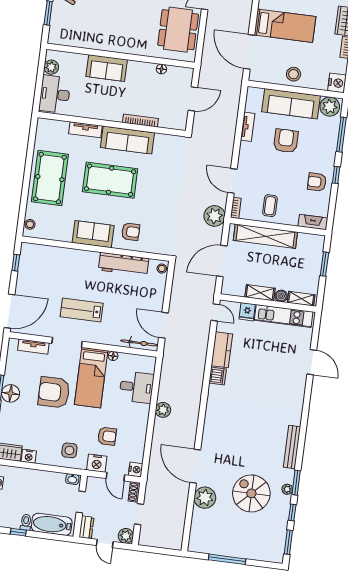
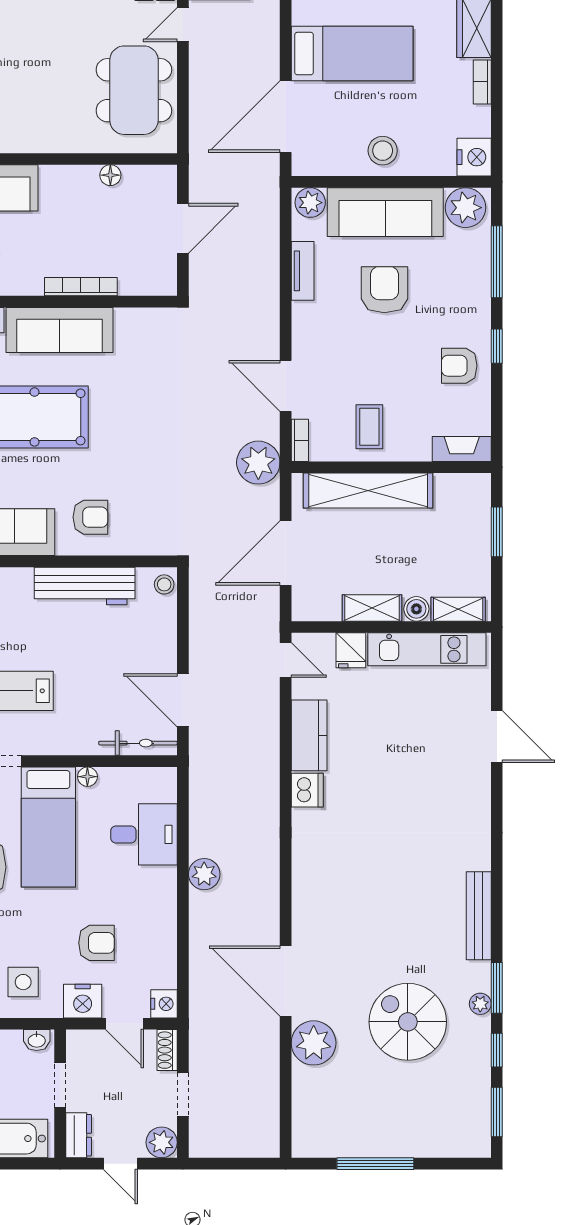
door: (249, 52) -> (286, 117), hinge flipped
plant: (256, 95) -> (310, 203), added

